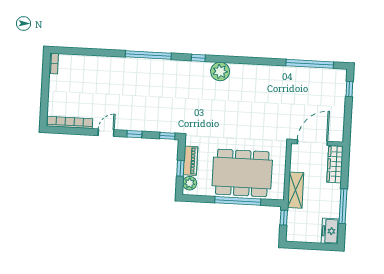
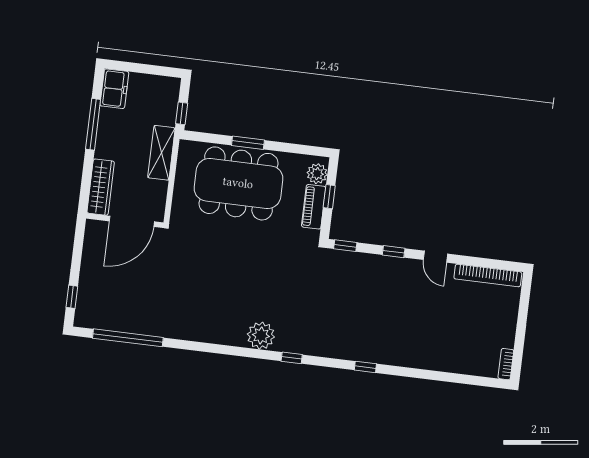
window: (148, 55) -> (365, 367), width x0.32
door: (106, 133) -> (435, 257), hinge flipped
window: (238, 201) -> (248, 143), width x0.47

